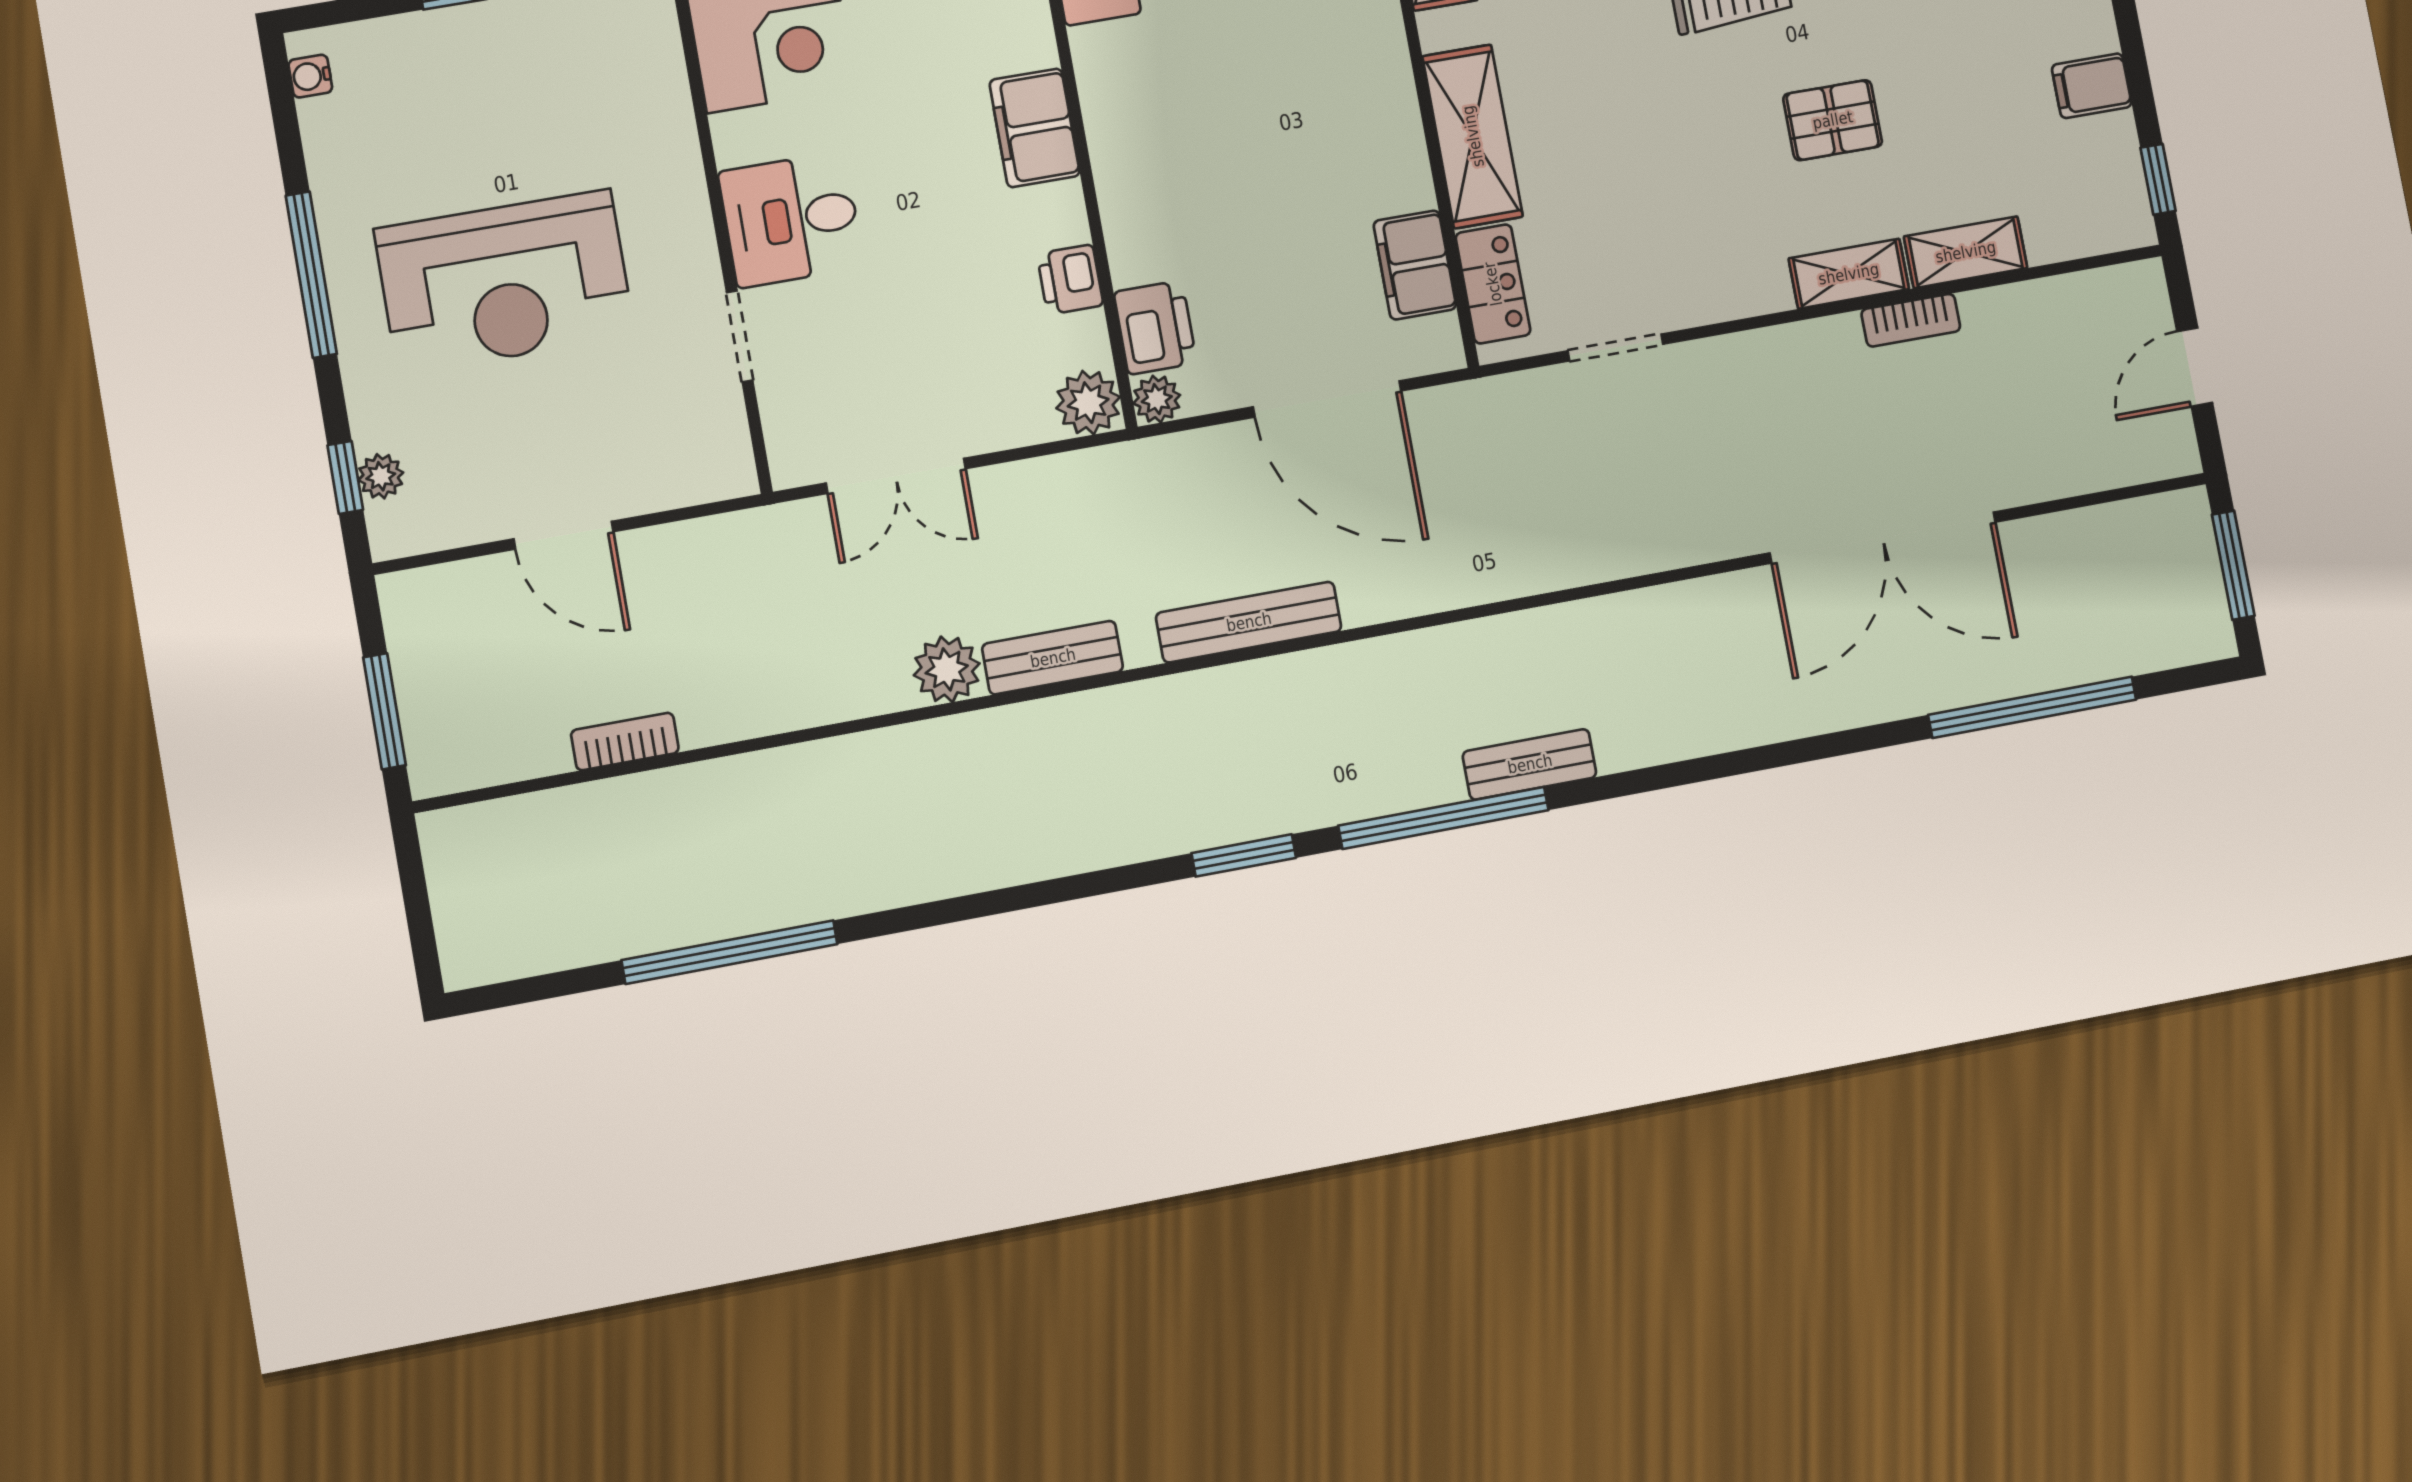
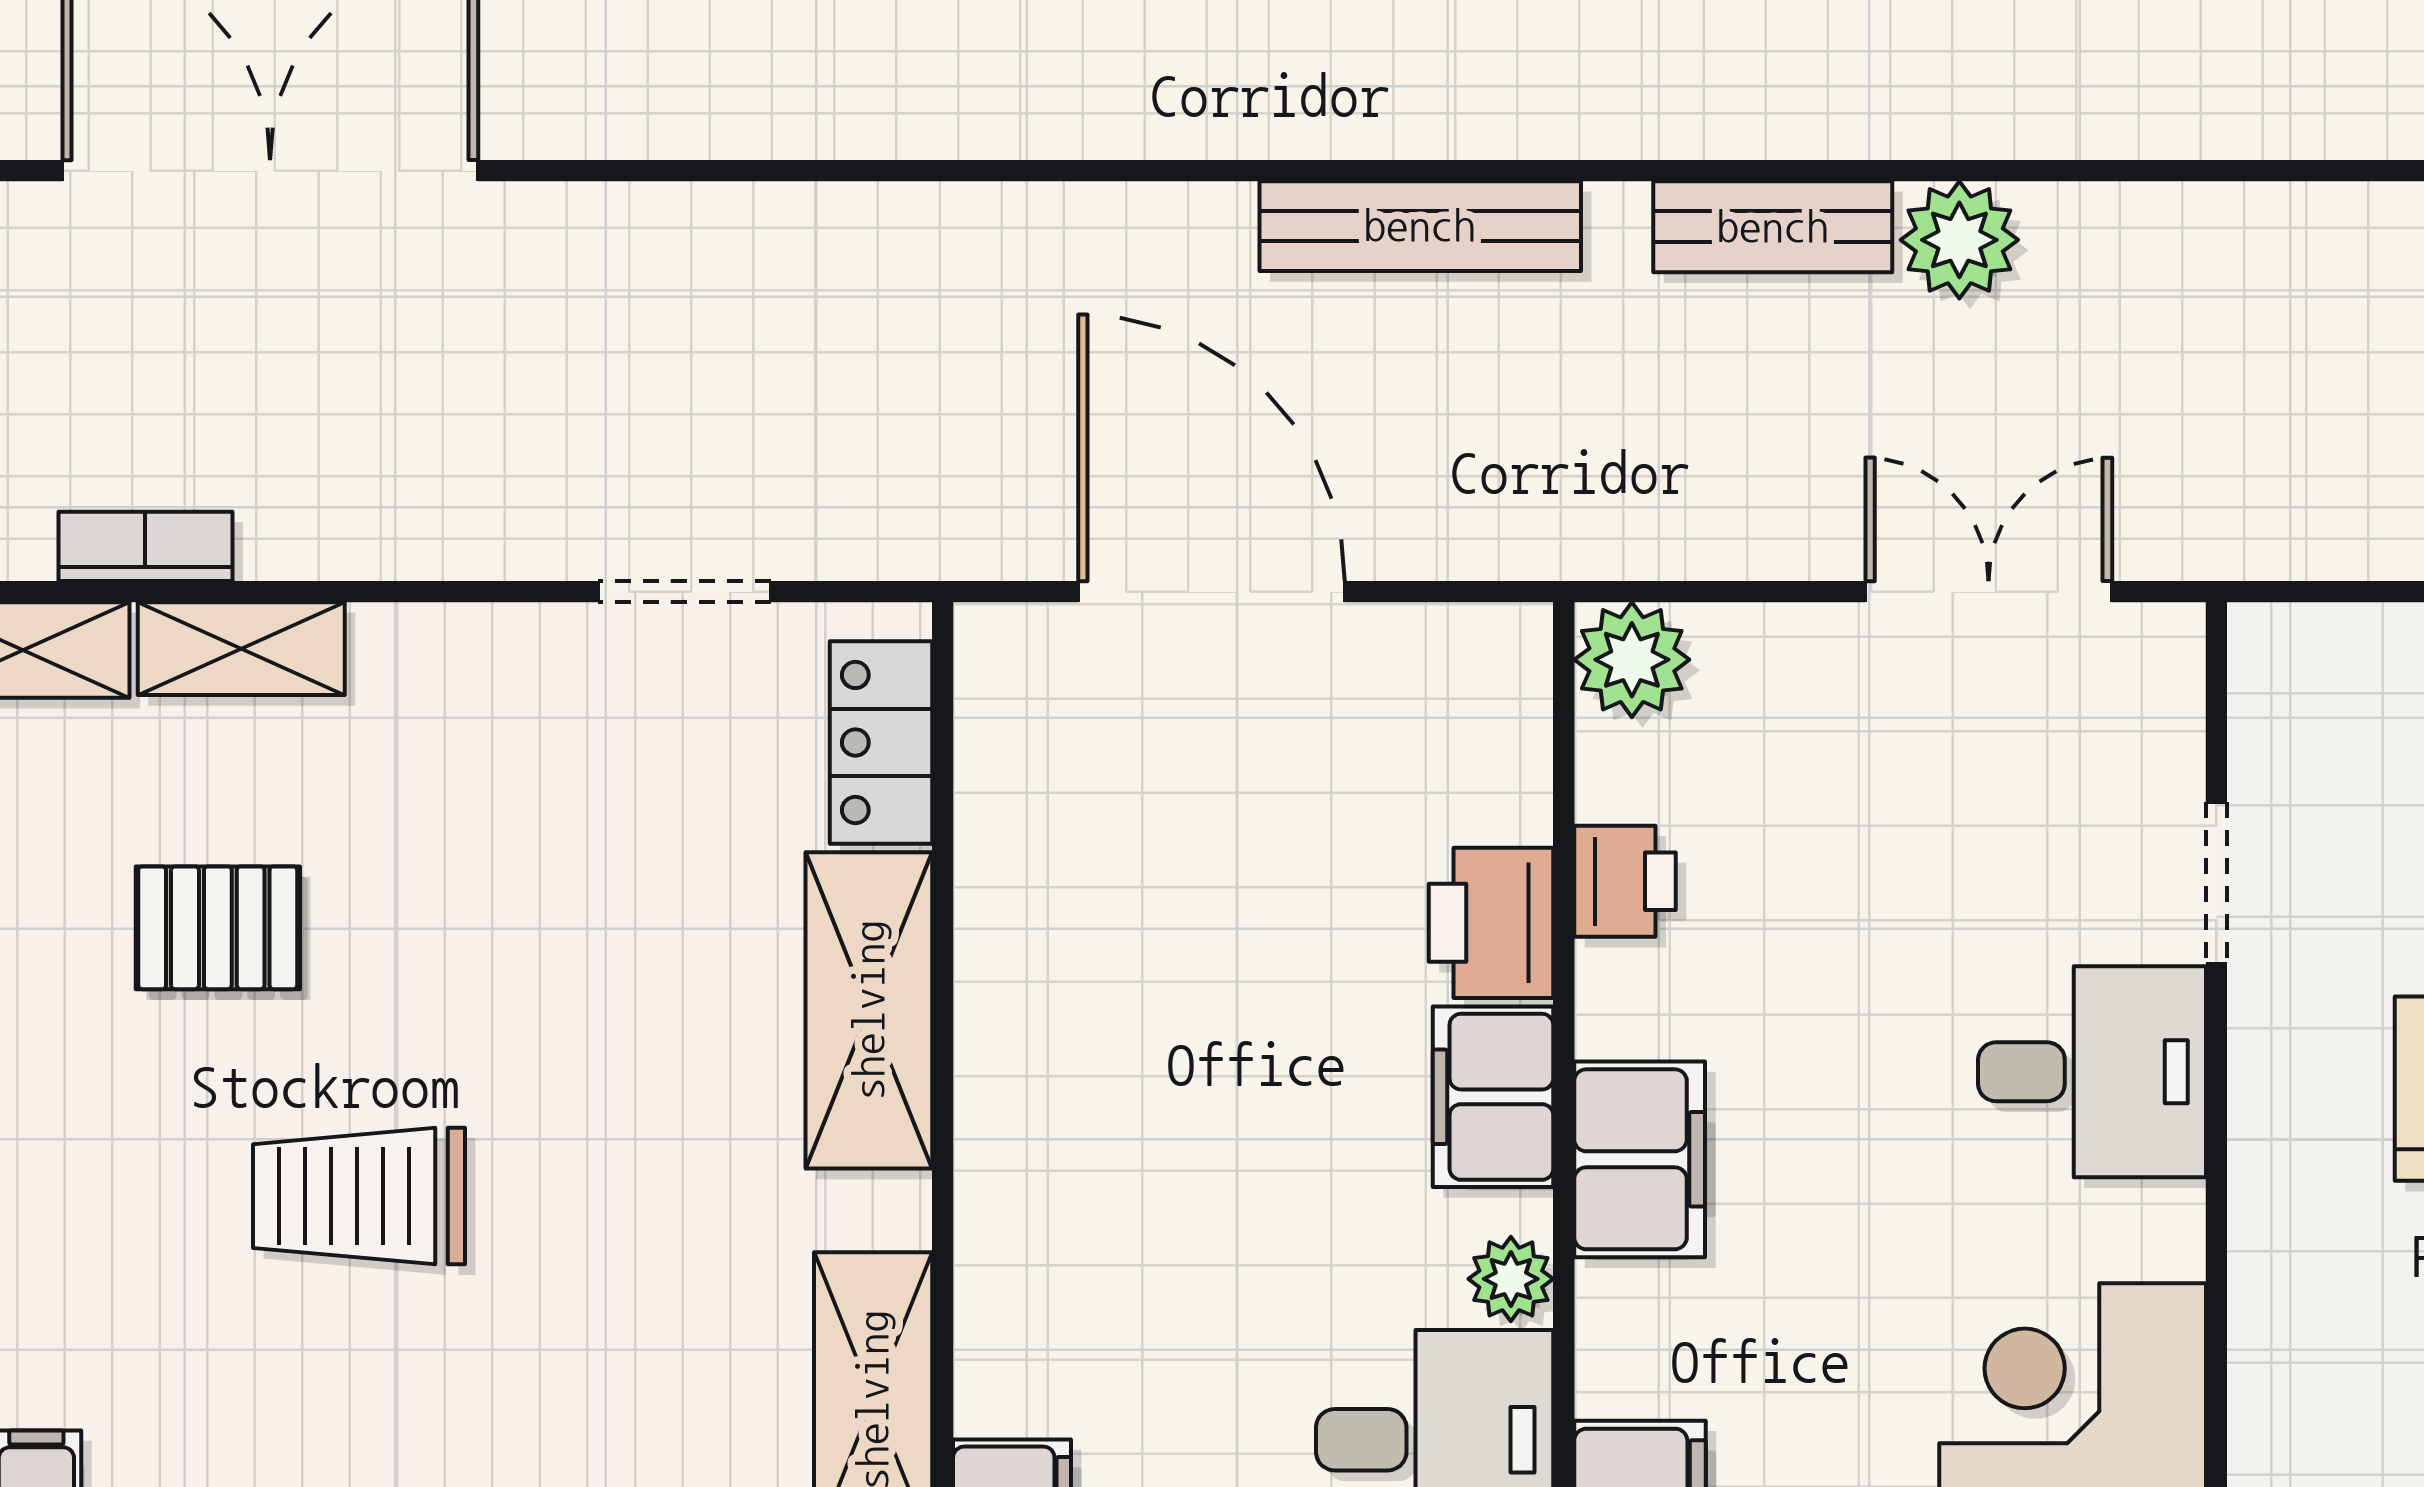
filing cabinet: (1415, 265) -> (1493, 1097), moved, turned 180
printer: (1155, 328) -> (1491, 923), moved
plant: (1157, 399) -> (1511, 1279), moved

